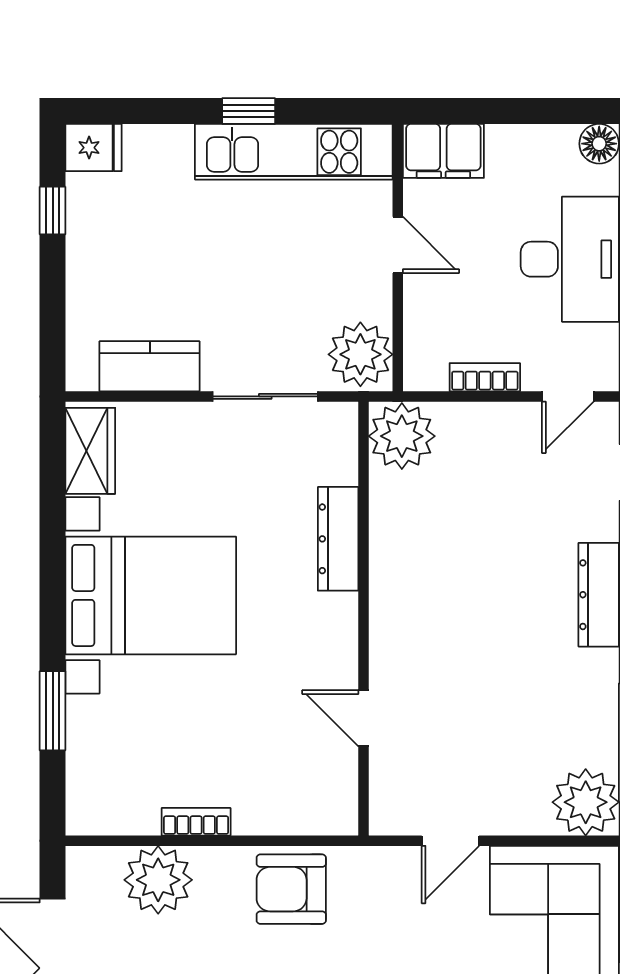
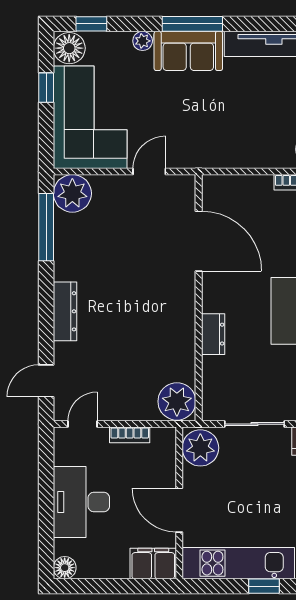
door: (398, 245) -> (179, 510), width x1.38
dresser: (338, 539) -> (213, 334), width x0.70
door: (364, 718) -> (199, 241), width x1.87
armchair: (291, 889) -> (240, 144), removed

